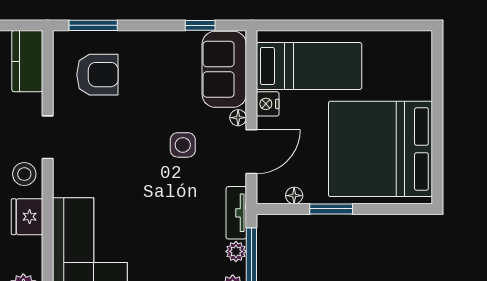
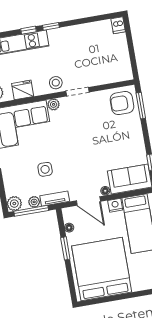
kitchen counter: (27, 61) -> (116, 74), removed
armchair: (97, 75) -> (122, 103), moved, turned 90
side table: (183, 145) -> (45, 169), moved
plant: (63, 185) -> (54, 104), added
fridge: (27, 217) -> (23, 90), moved

